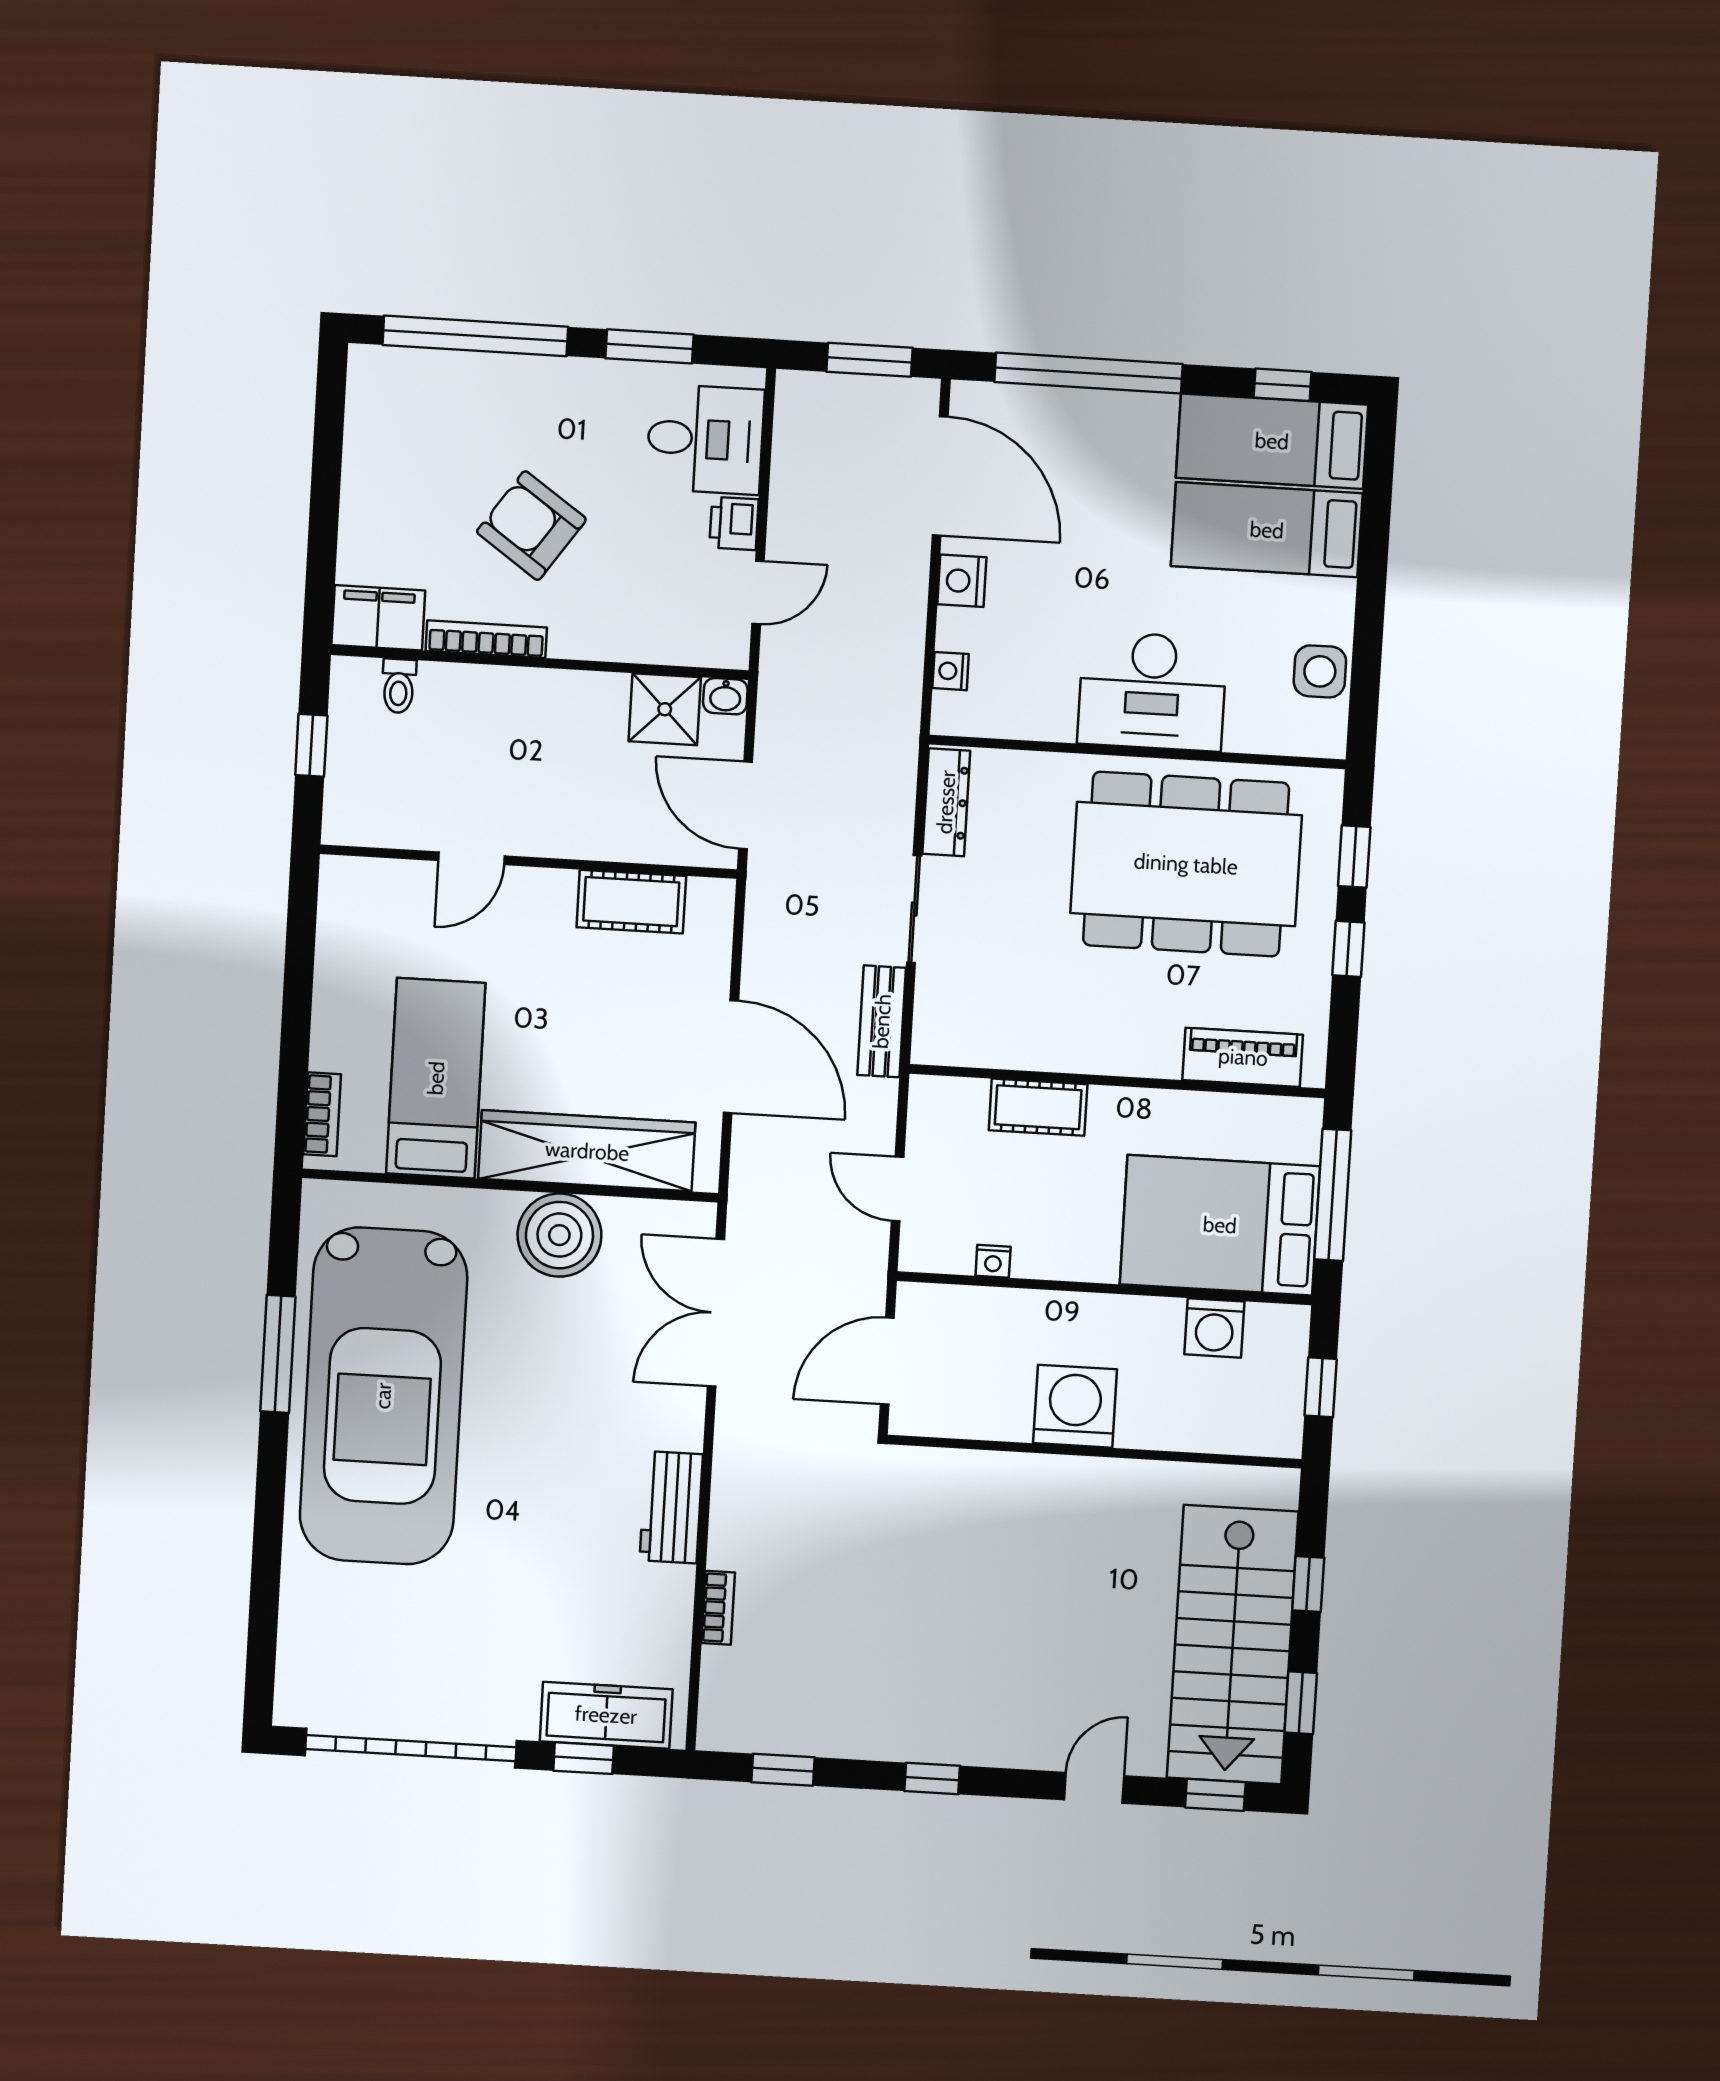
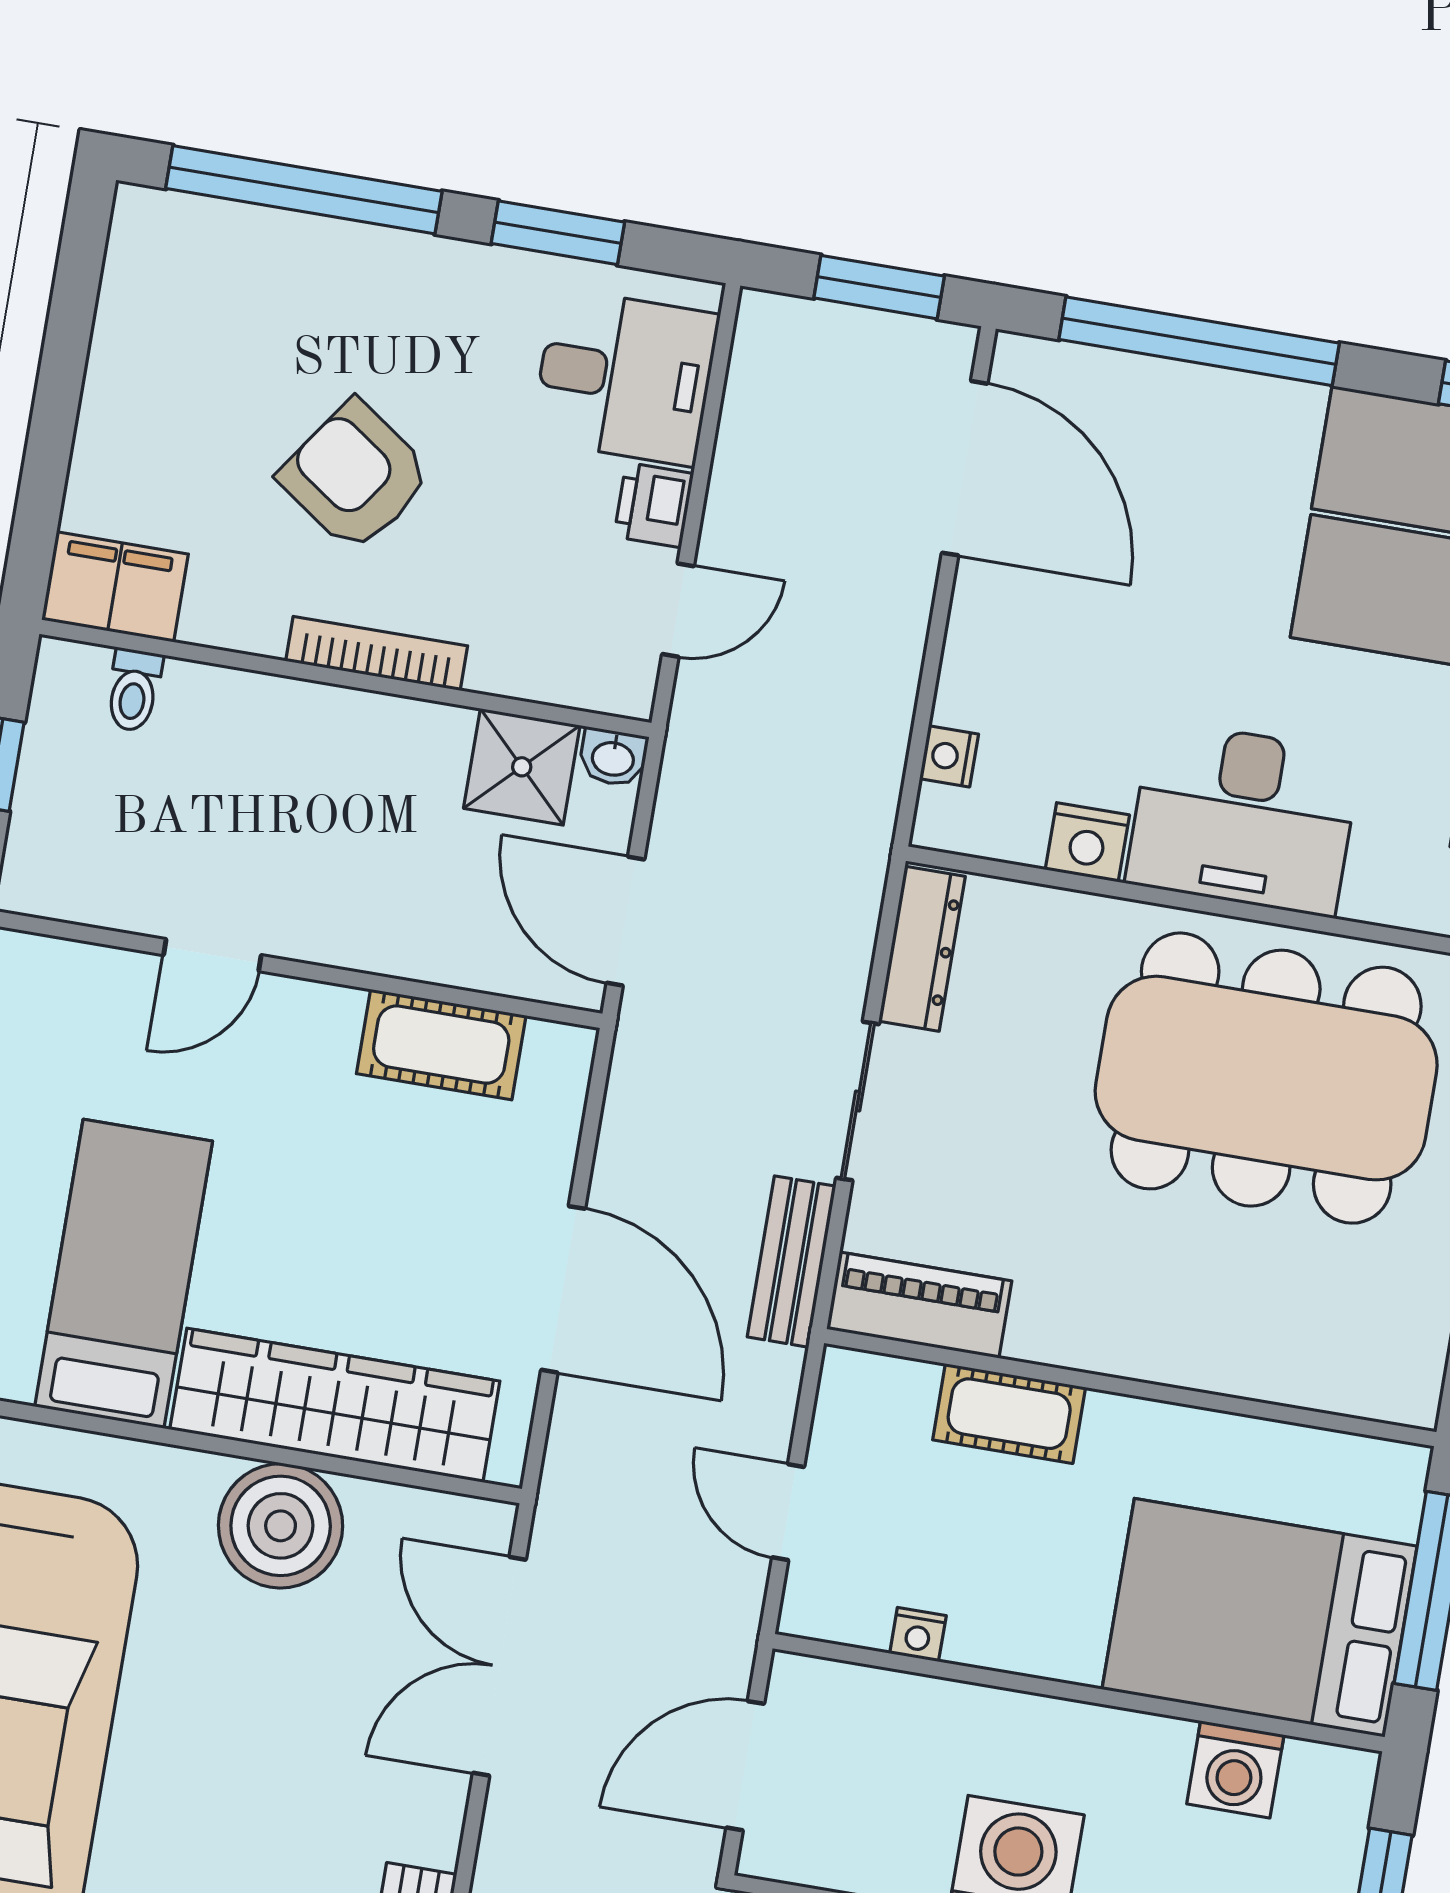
nightstand: (962, 581) -> (1087, 842), moved, turned -90
bookcase: (486, 639) -> (377, 653), moved
piano: (1243, 1057) -> (919, 1305), moved

